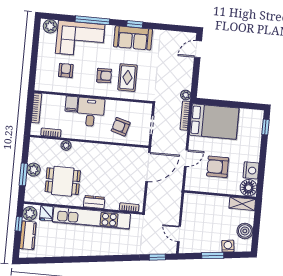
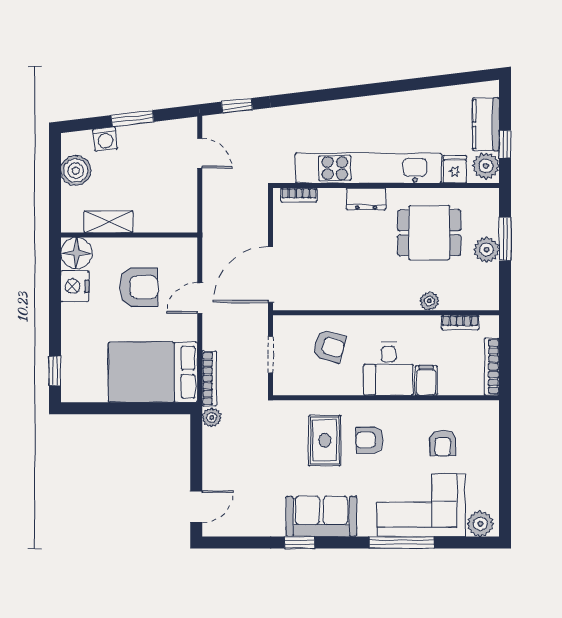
window: (135, 24) -> (300, 543), moved
shelving: (242, 204) -> (108, 222), moved

